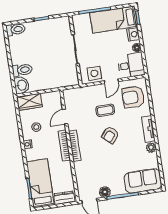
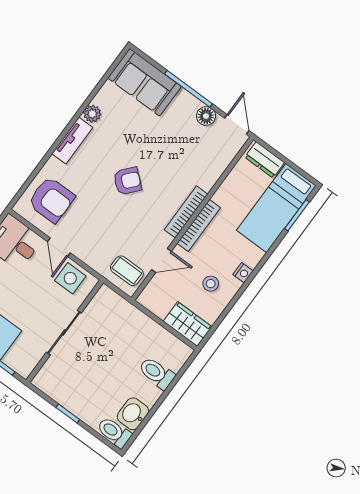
door: (111, 81) -> (59, 247), swing flipped
washbasin: (22, 85) -> (133, 414), moved
coffee table: (105, 110) -> (127, 271), moved

